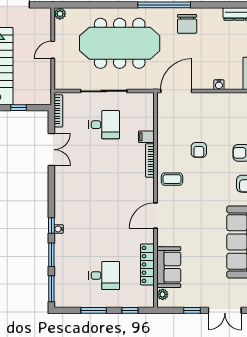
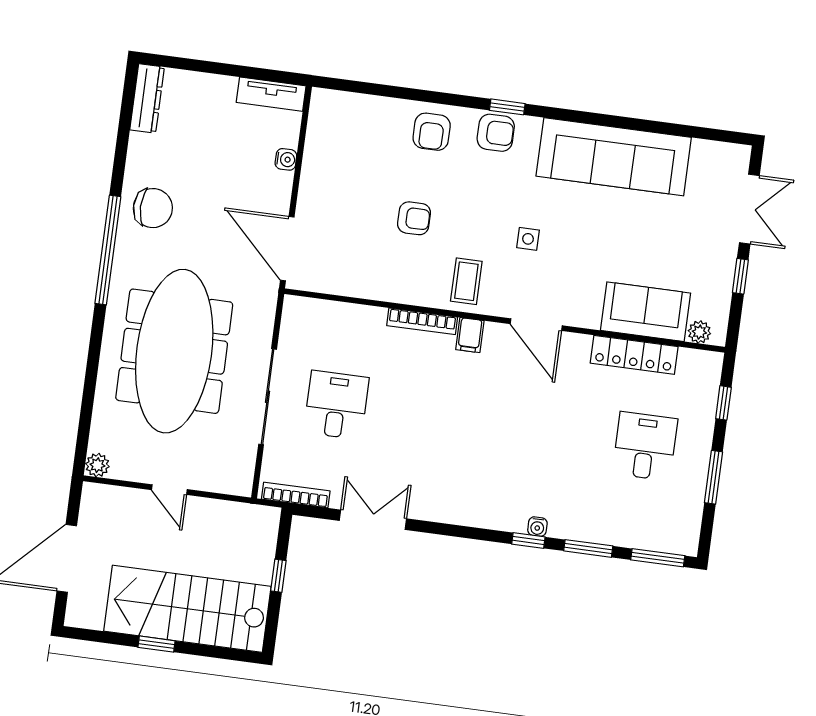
filing cabinet: (146, 137) -> (470, 335), moved
side table: (196, 206) -> (528, 239), added

